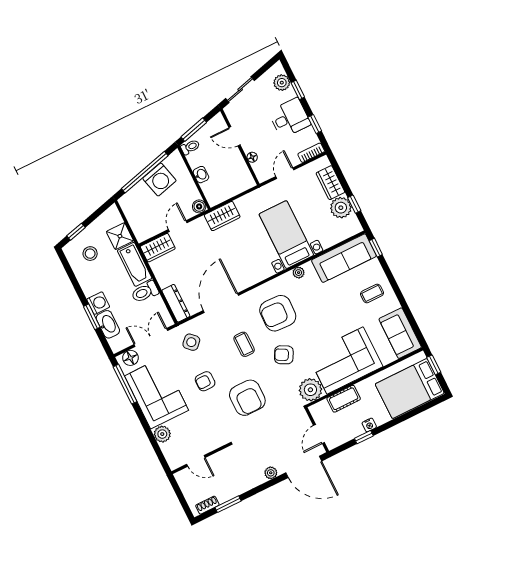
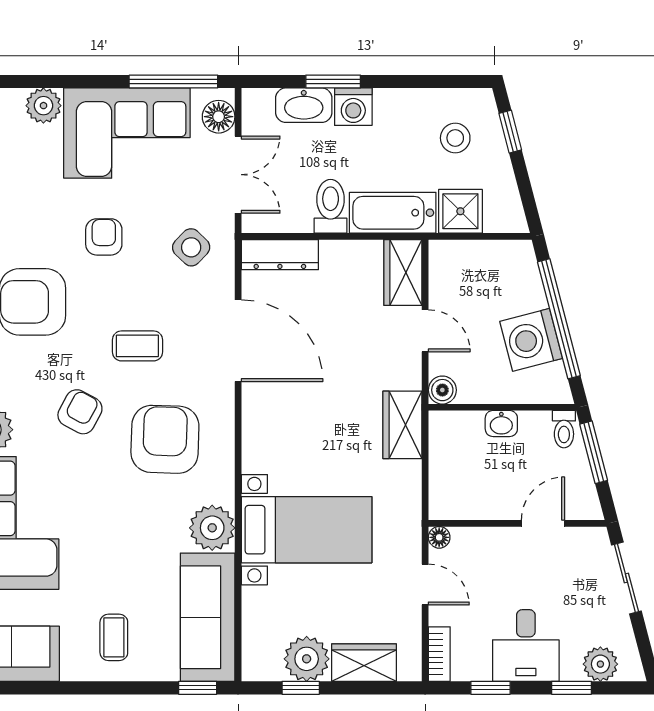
floor lamp: (252, 157) -> (439, 537), moved
plant: (299, 273) -> (212, 528), width x1.87, depth x1.87

